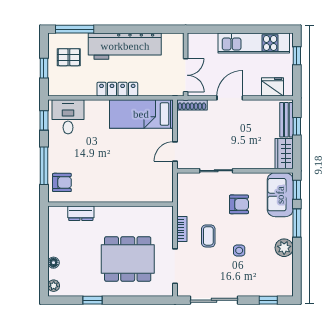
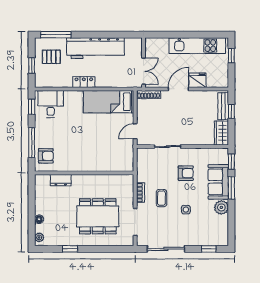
fridge: (273, 87) -> (198, 80), moved
locker: (117, 89) -> (84, 82), width x0.66
sofa: (280, 195) -> (218, 182), moved

